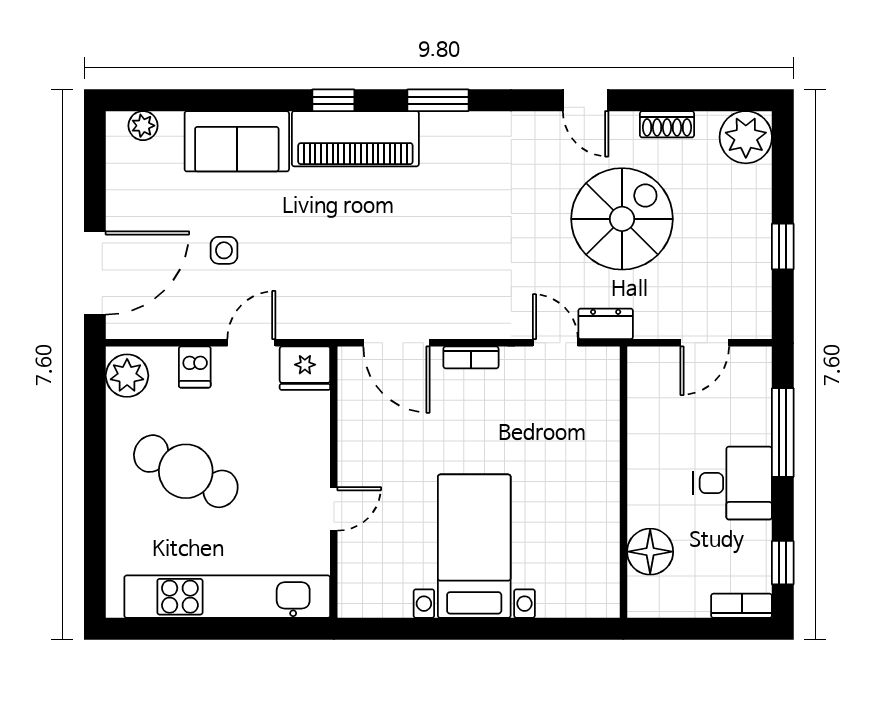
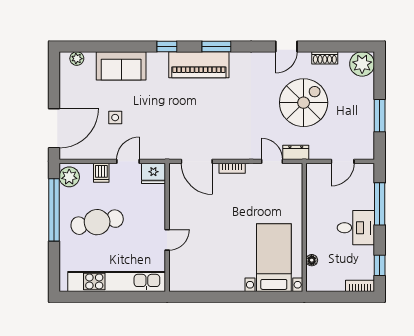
door: (586, 100) -> (286, 46), hinge flipped
piano: (355, 139) -> (199, 65), moved
window: (783, 246) -> (380, 116), width x1.50
window: (95, 445) -> (54, 210), added
cafe table: (186, 471) -> (97, 222), turned -38
bed with nightstands: (474, 546) -> (274, 258), moved
floor lamp: (650, 552) -> (312, 260), width x0.53, depth x0.53

